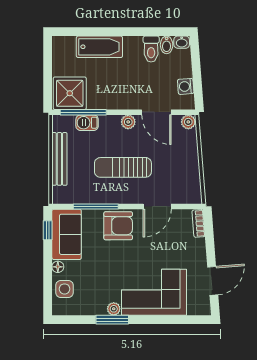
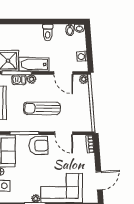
bathtub: (99, 47) -> (34, 64), moved, turned 180
toilet: (151, 49) -> (48, 33), moved
plant: (128, 122) -> (32, 79), moved
door: (157, 207) -> (64, 133), hinge flipped

